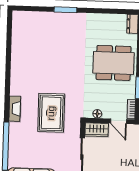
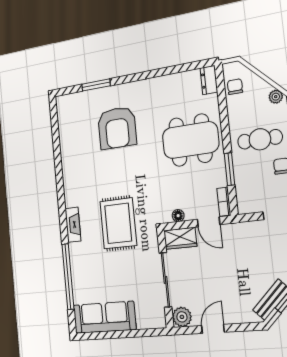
window: (65, 10) -> (96, 85), moved
armchair: (59, 44) -> (117, 128), added

